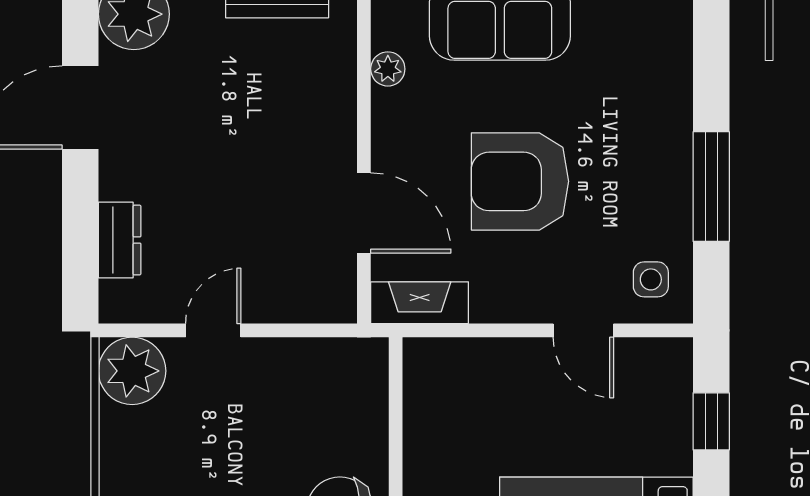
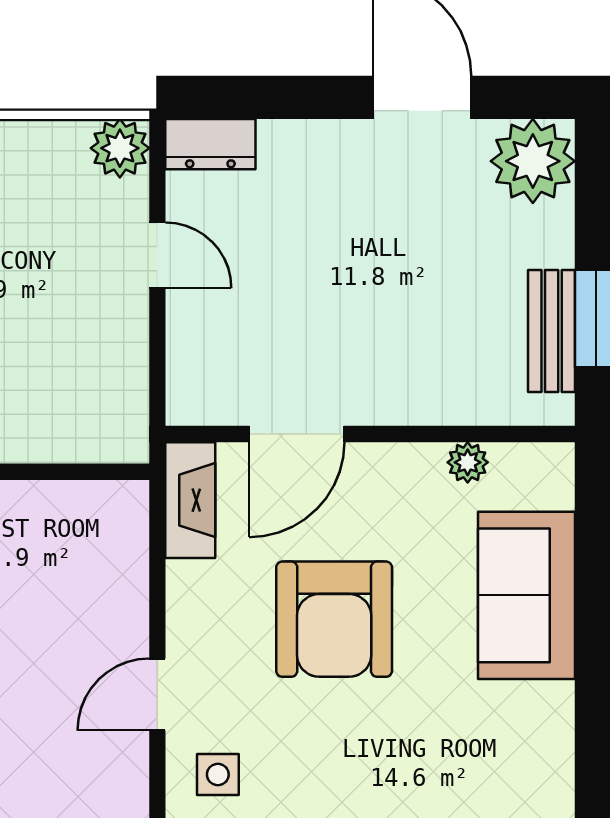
armchair: (520, 181) -> (334, 619), turned 180
dresser: (120, 240) -> (210, 144), moved
plant: (132, 371) -> (120, 148), width x0.73, depth x0.73

